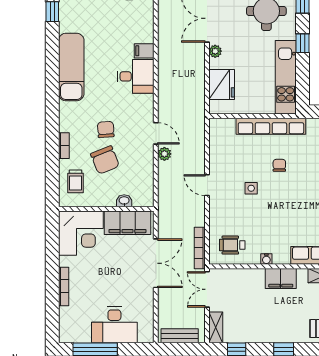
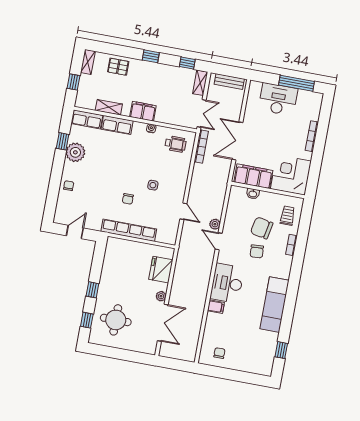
desk: (136, 76) -> (227, 283), width x1.37
kitchen unit: (286, 77) -> (110, 266), removed
chair: (105, 160) -> (262, 228), turned -57
door: (207, 185) -> (183, 211), moved

